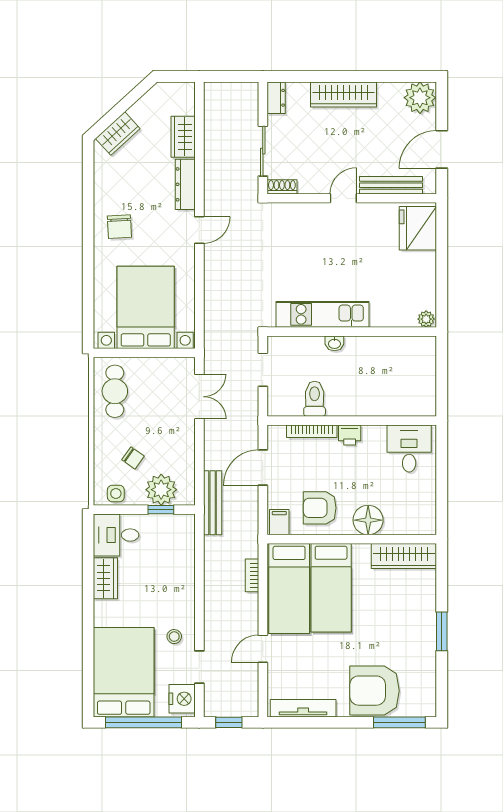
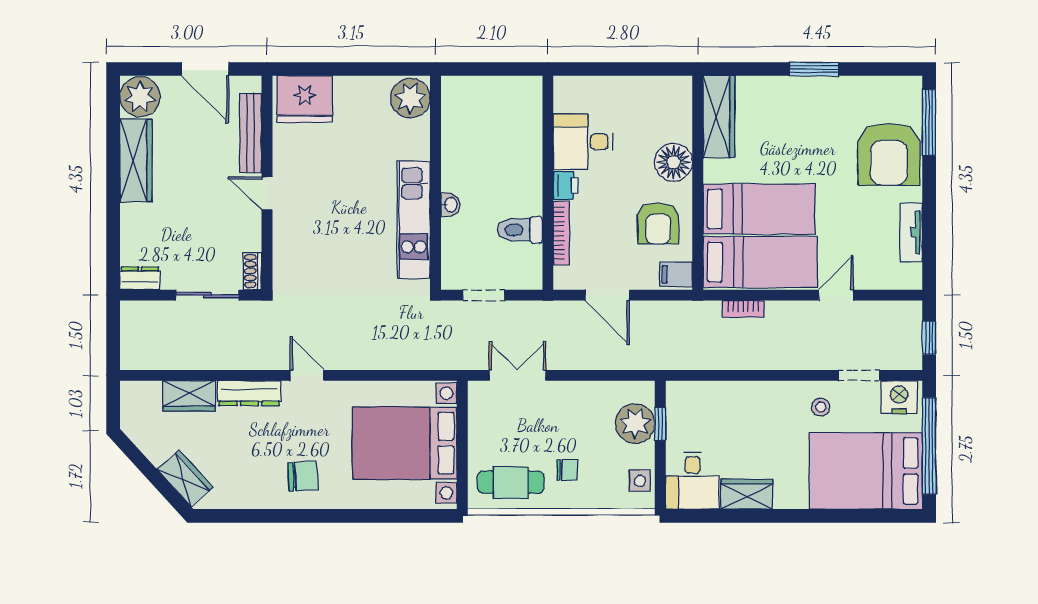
wardrobe: (344, 94) -> (136, 160), moved
plant: (426, 319) -> (410, 98), width x1.88, depth x1.88
desk: (409, 448) -> (583, 142), moved
chair: (133, 458) -> (567, 470), moved, turned 55
bench: (213, 503) -> (652, 359), removed
door: (263, 649) -> (836, 295), swing flipped
tv unit: (303, 708) -> (911, 232), width x0.71

